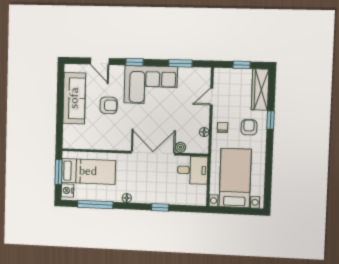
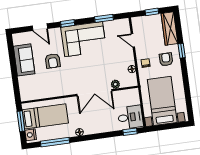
door: (211, 97) -> (133, 40), hinge flipped
sofa: (74, 98) -> (24, 60), width x0.73
armchair: (109, 105) -> (53, 61), turned 90
double door: (153, 153) -> (94, 93), swing flipped
desk: (193, 170) -> (130, 117), moved
window: (160, 207) -> (130, 132), moved

